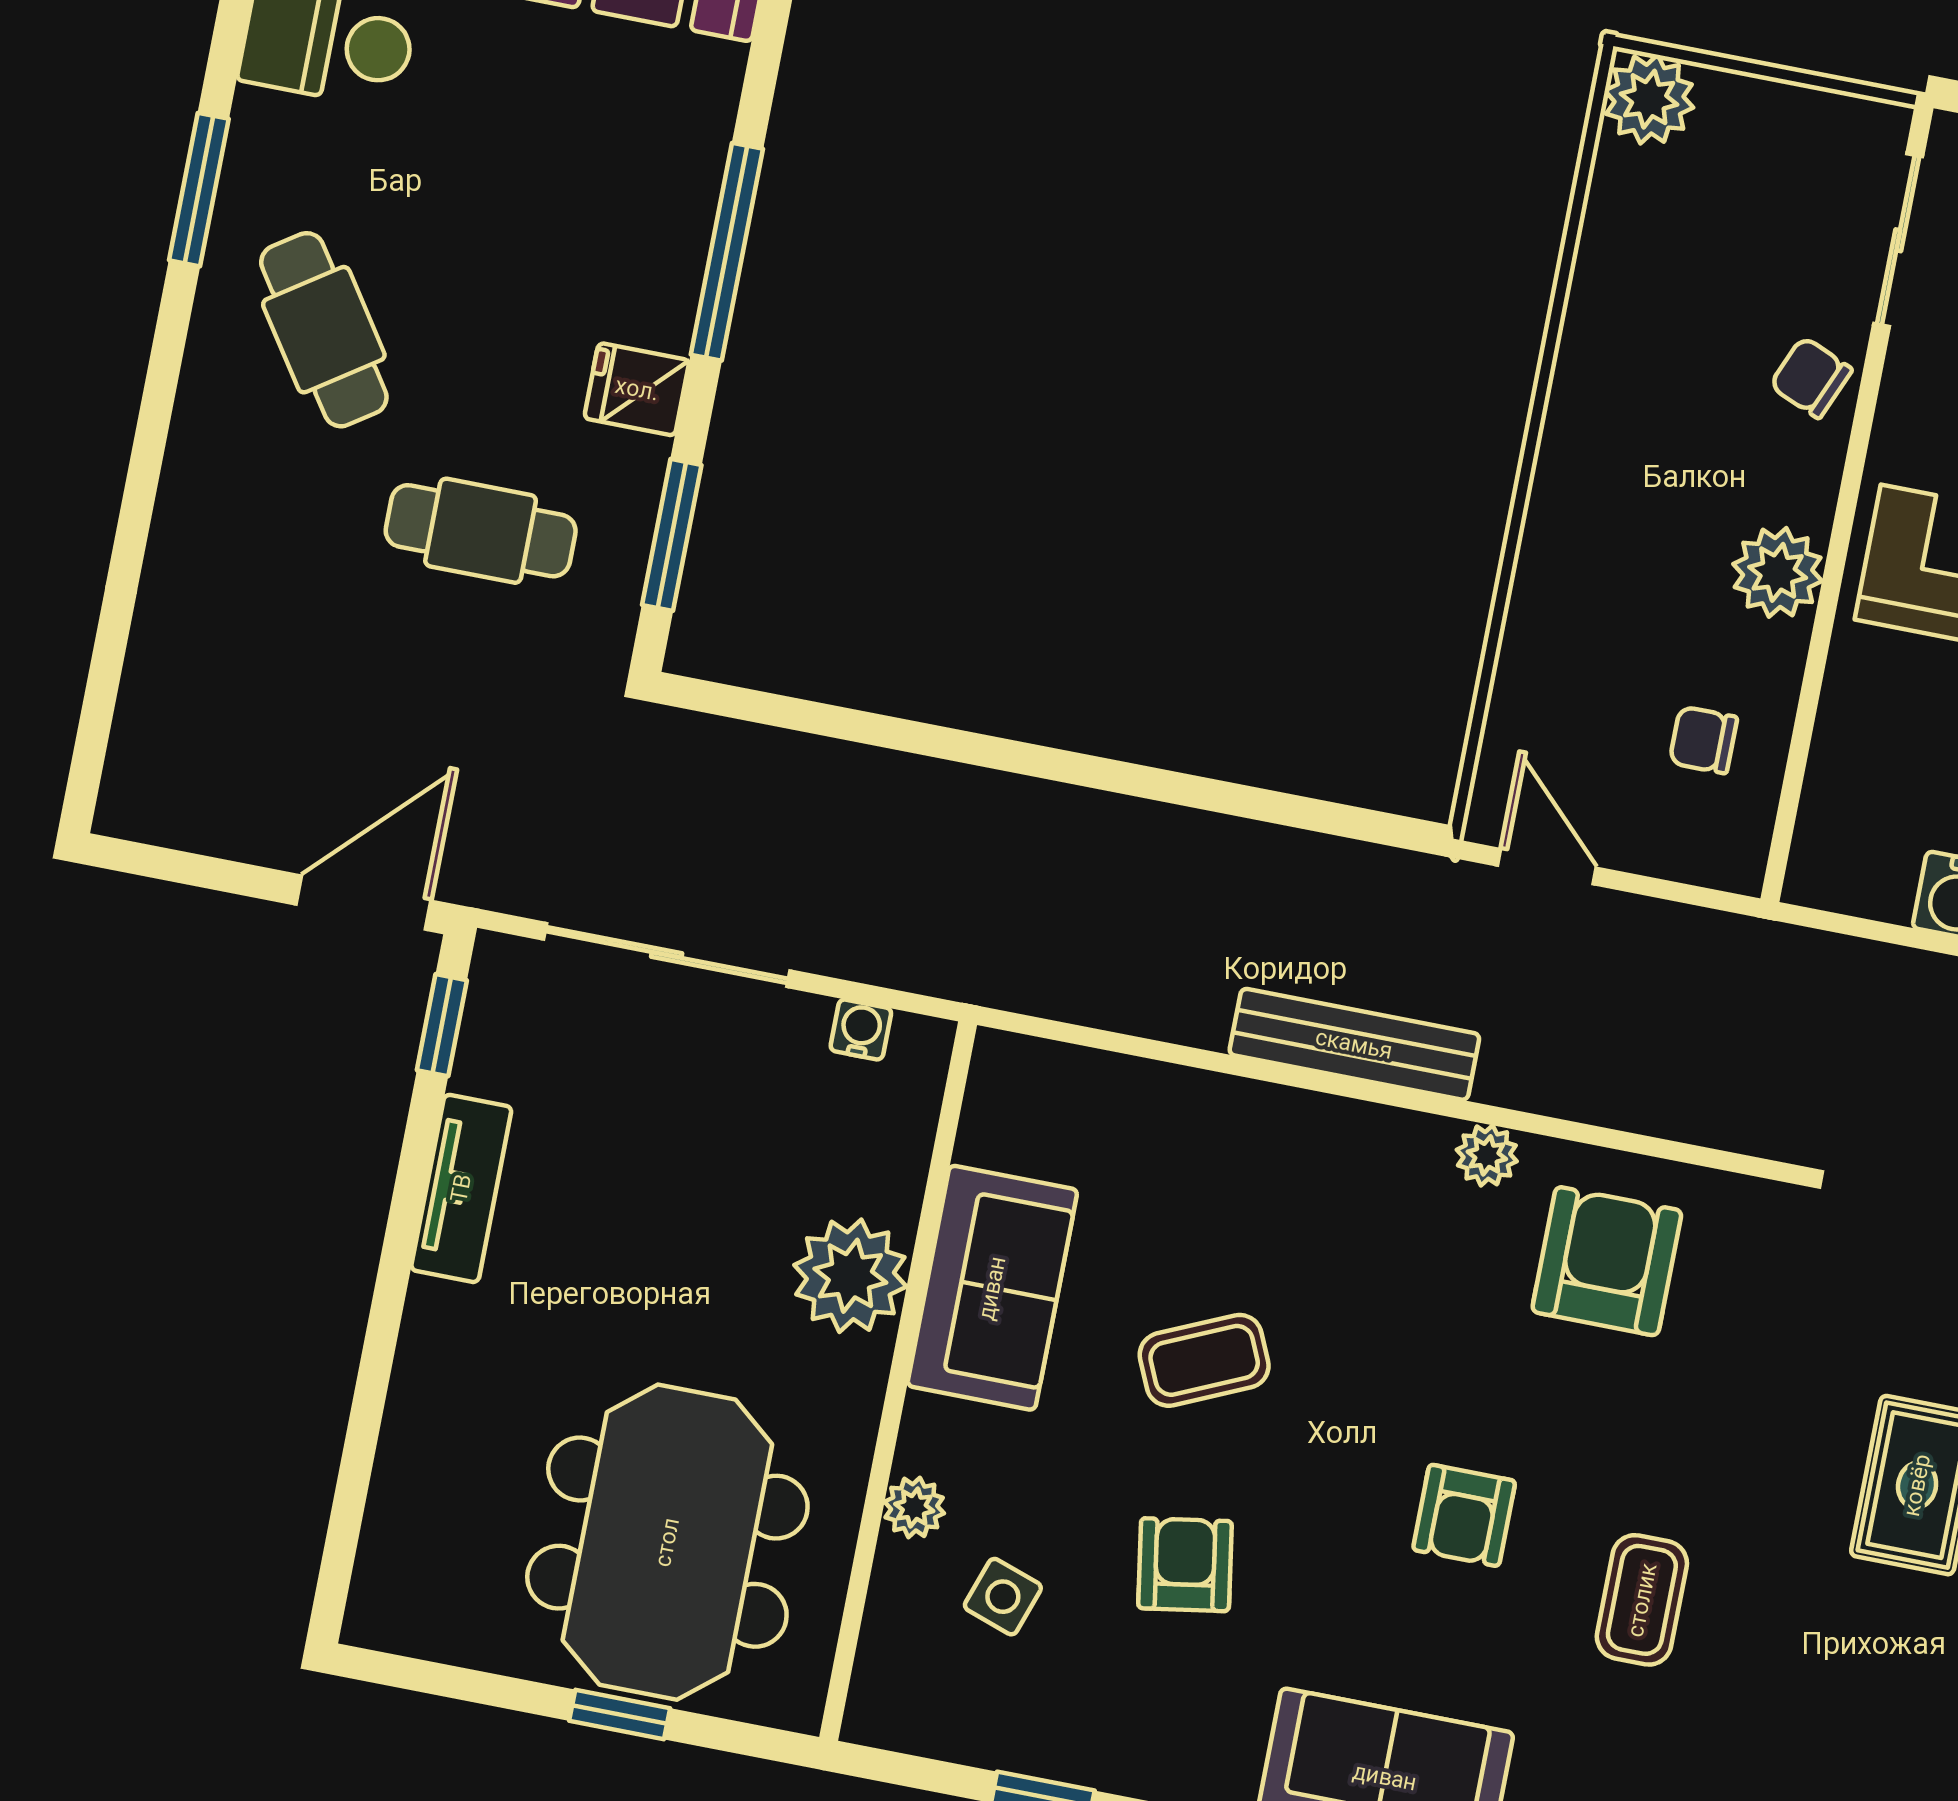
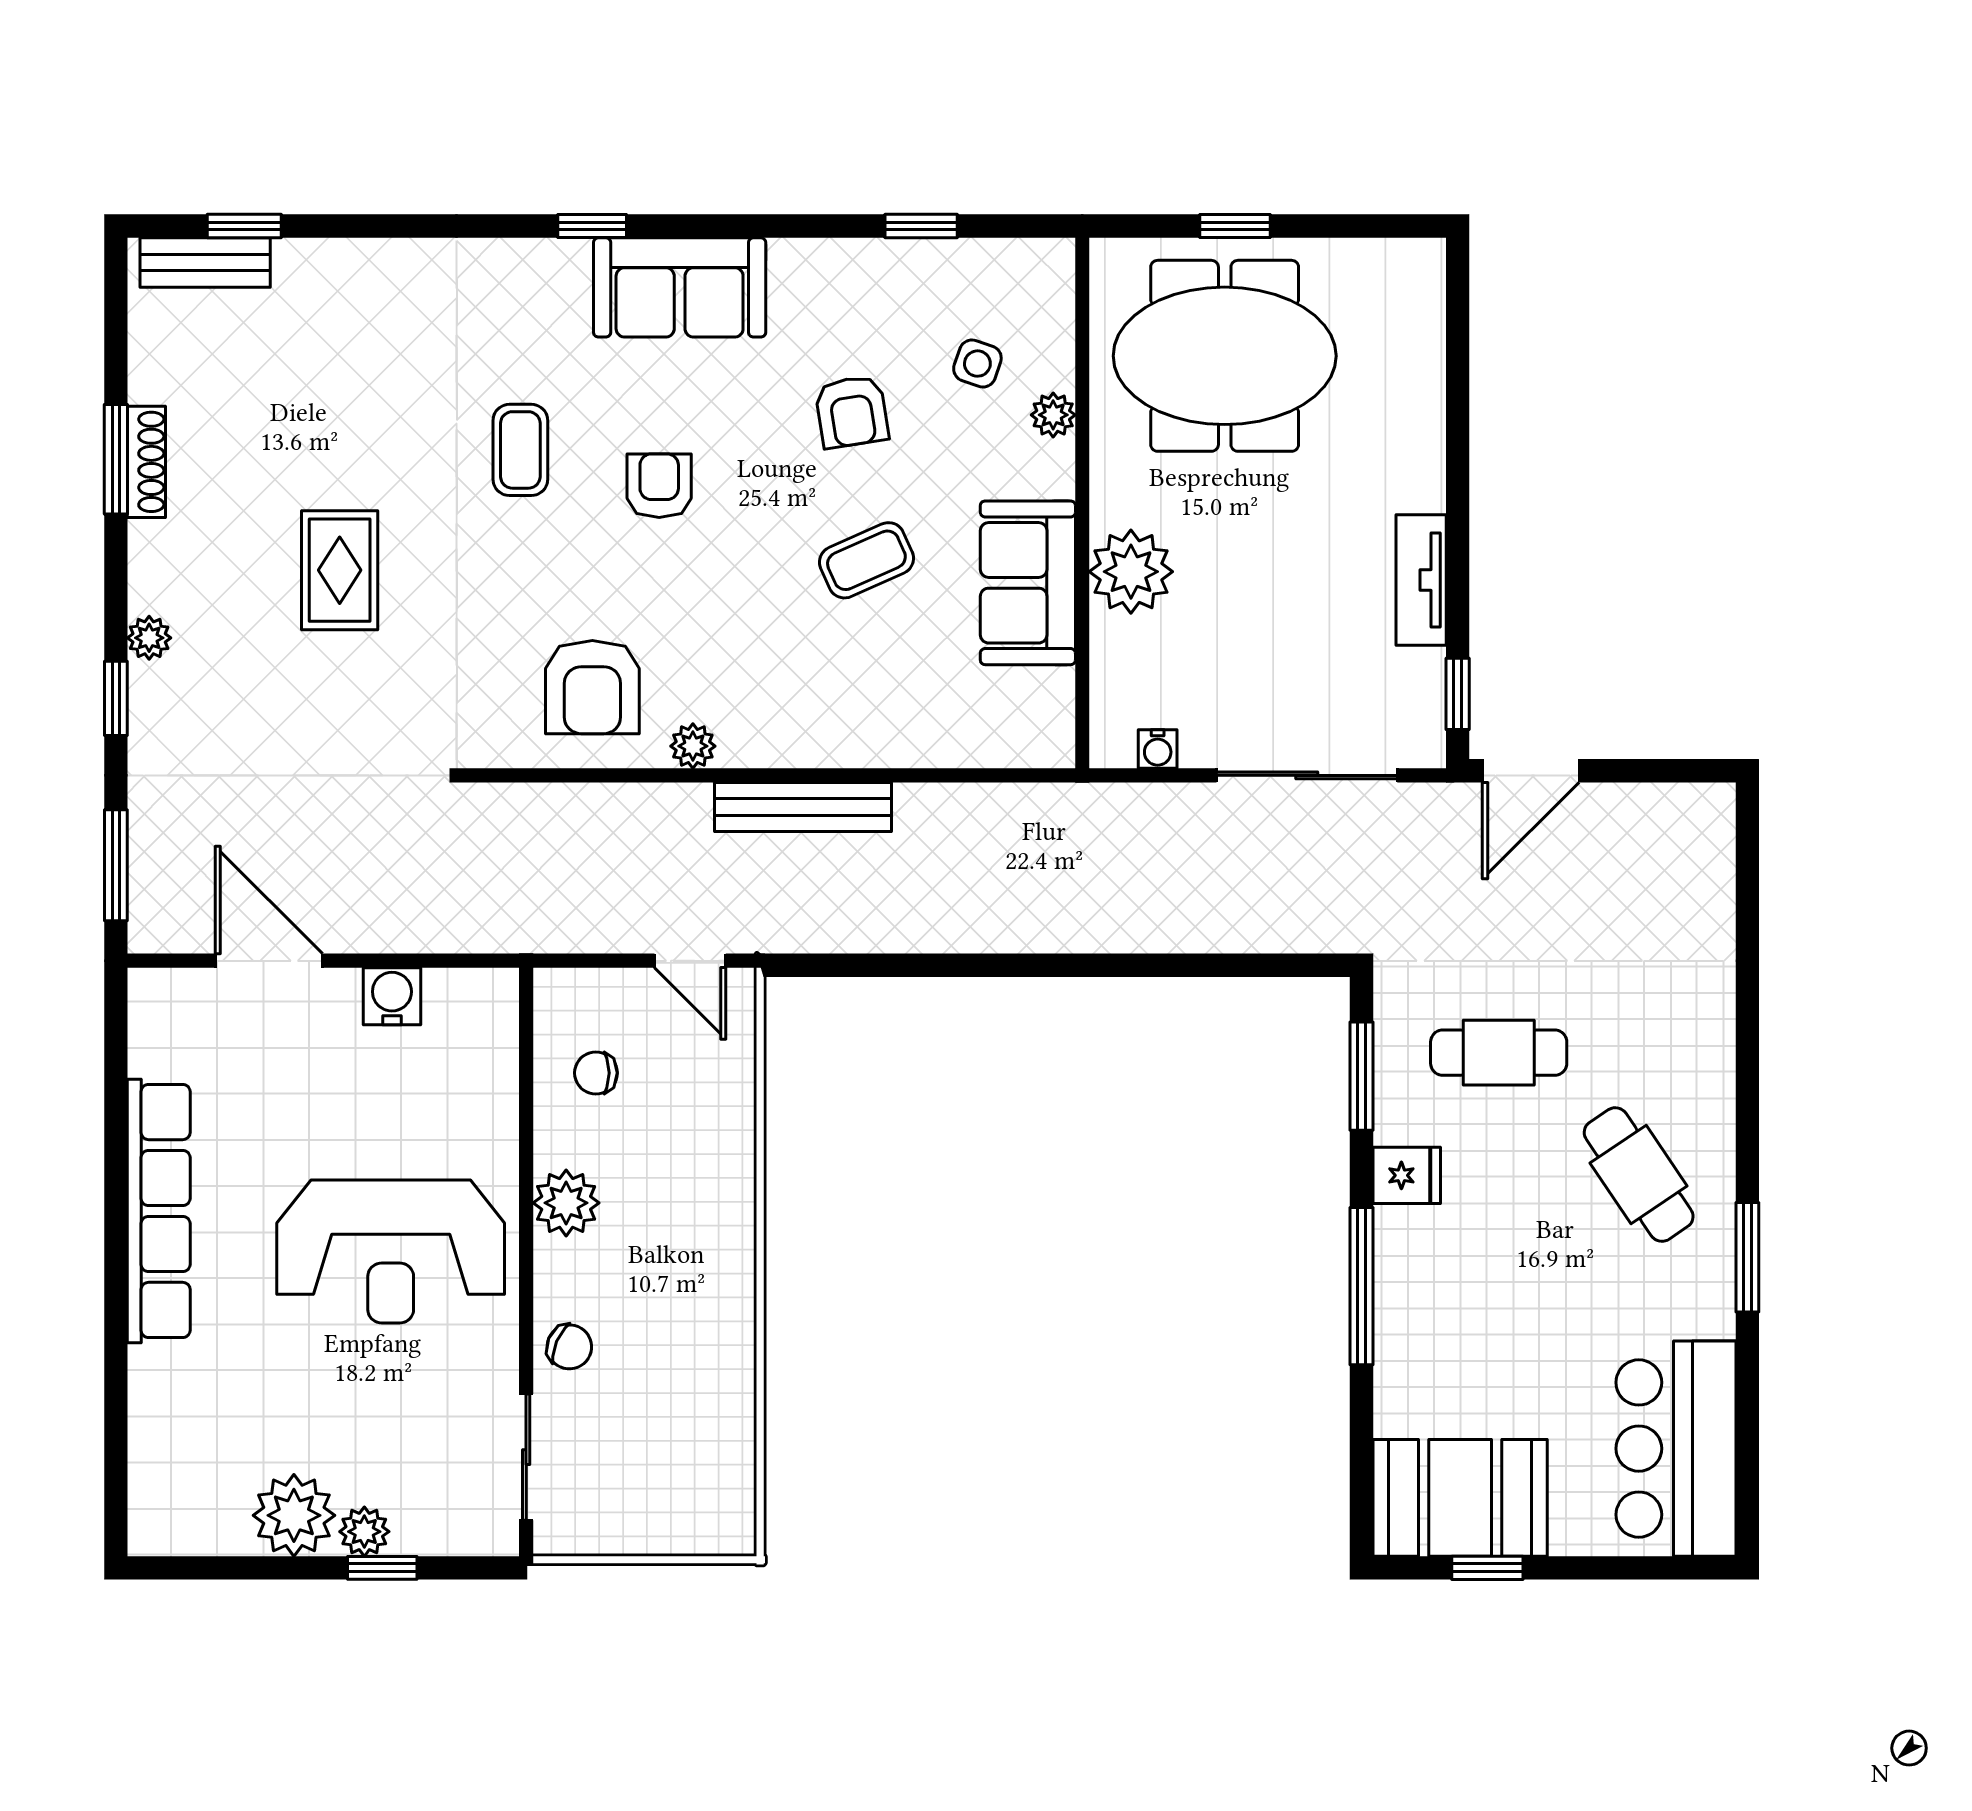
plant: (1649, 99) -> (724, 1523), removed
chair: (1703, 740) -> (596, 1073), turned 180
meeting table: (667, 1542) -> (1225, 356), turned 90

